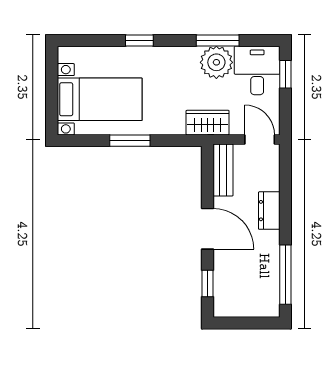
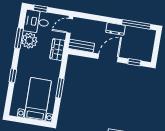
dresser: (269, 211) -> (115, 29), moved

